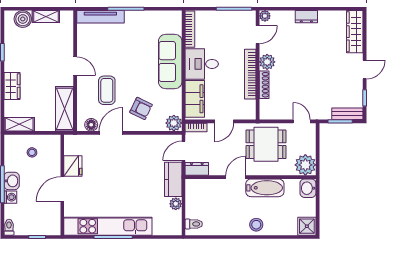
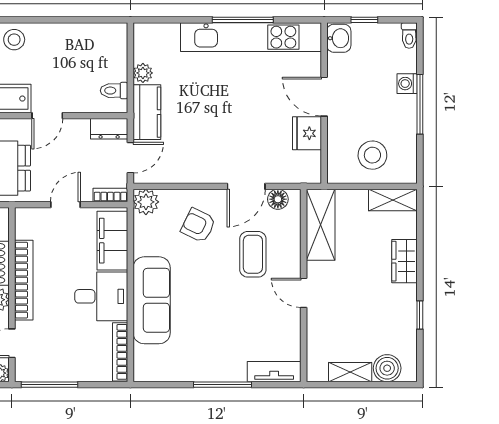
tv unit: (100, 17) -> (274, 372), width x0.71
stool: (32, 152) -> (372, 155), width x1.89, depth x1.89
washbasin: (12, 181) -> (339, 38), moved, turned 180
door: (62, 189) -> (324, 97), swing flipped
toilet: (194, 224) -> (114, 91), moved

